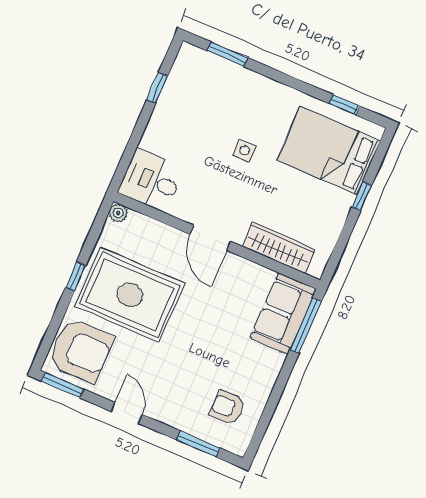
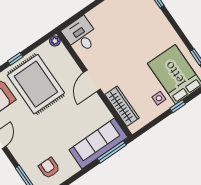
side table: (245, 150) -> (159, 98), moved
sofa: (283, 314) -> (98, 144), width x1.36

